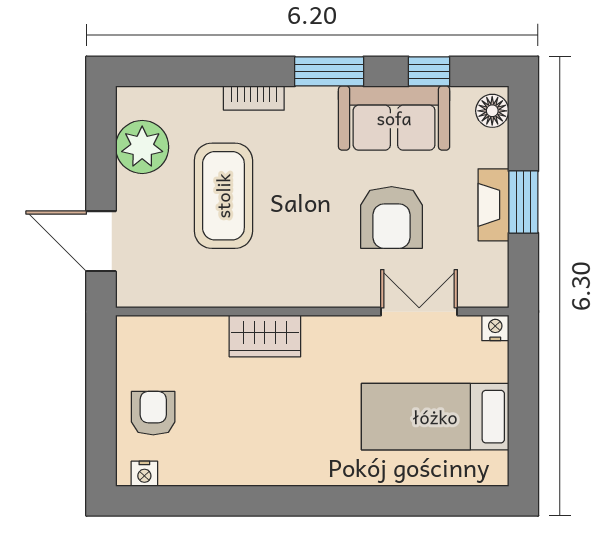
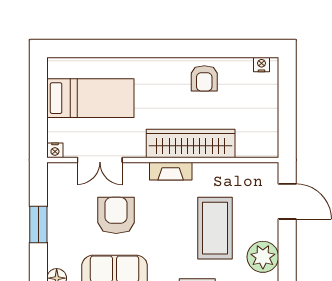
fireplace: (493, 205) -> (171, 171), moved, turned 90
wardrobe: (265, 336) -> (191, 143), width x2.10, depth x1.17
armchair: (153, 413) -> (204, 78), moved

